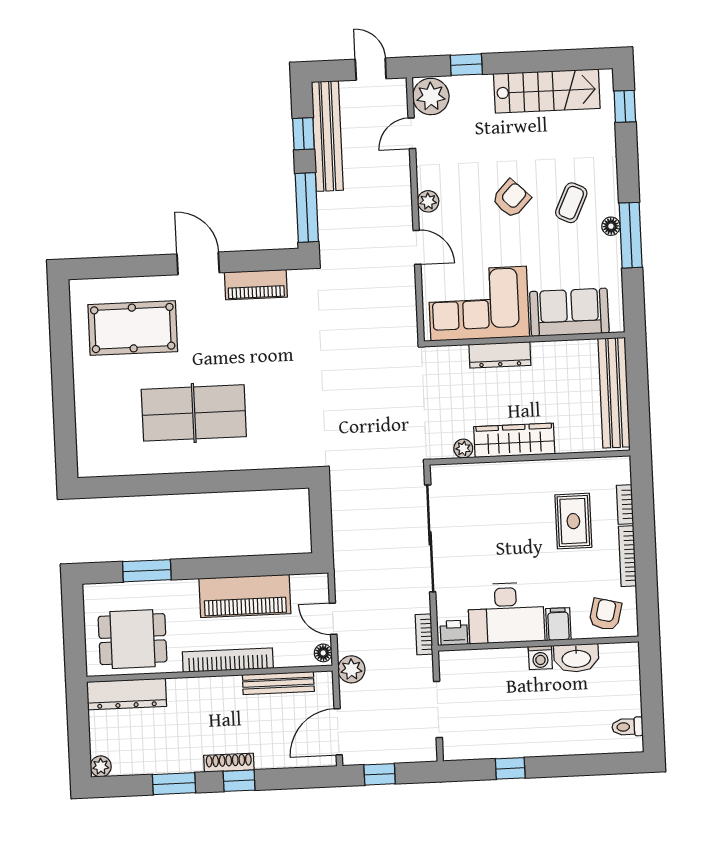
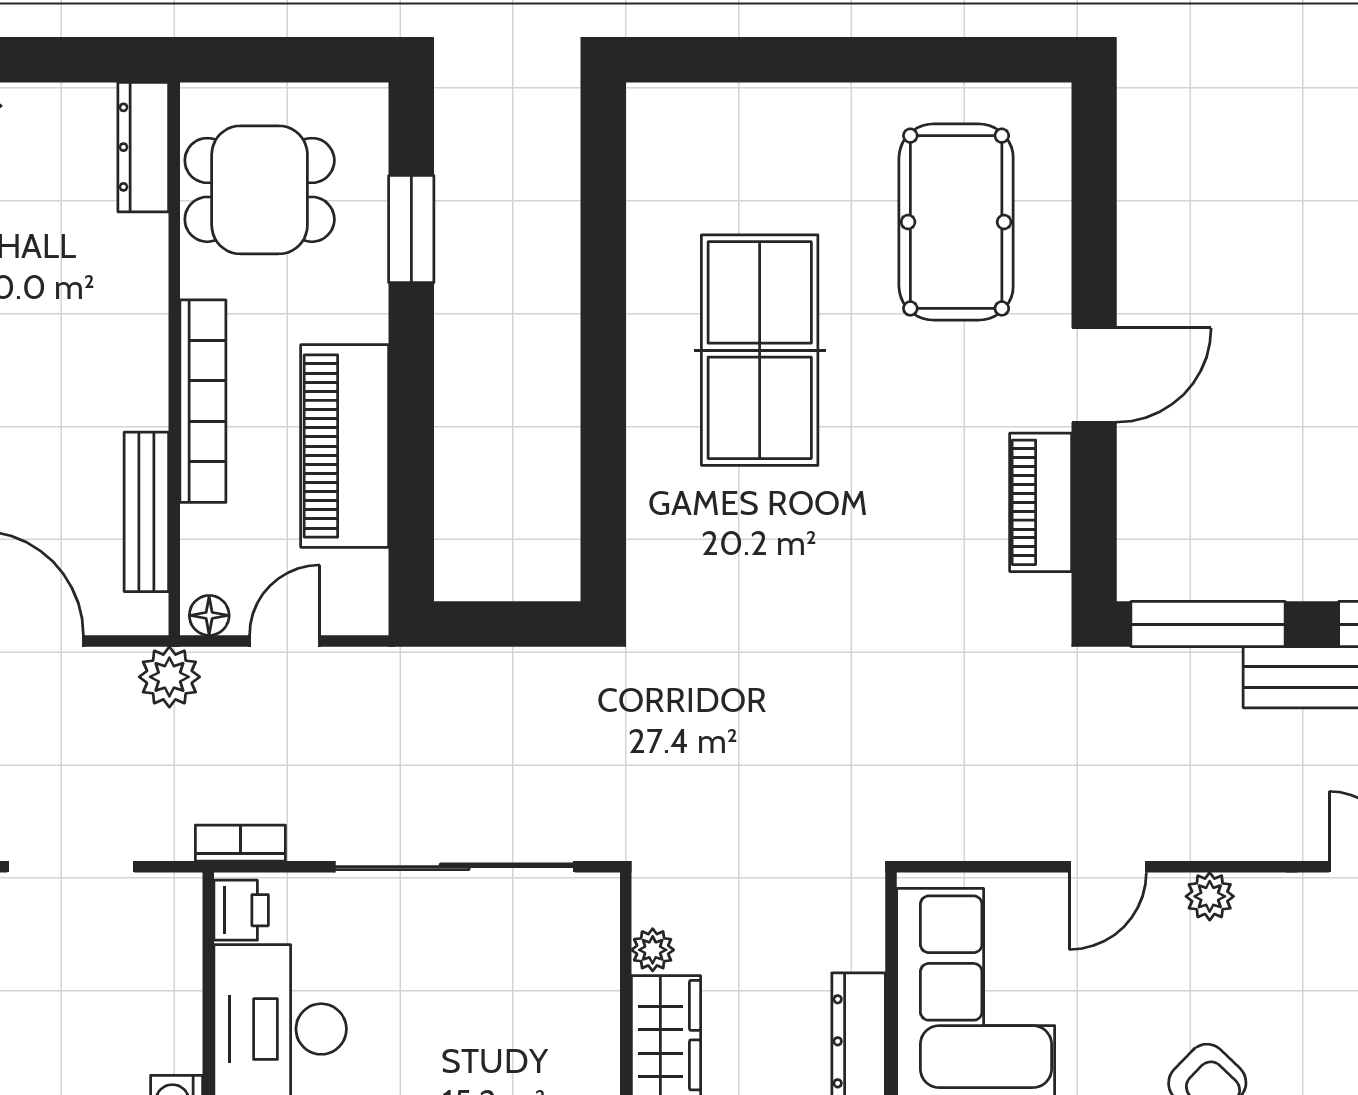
dining table: (133, 639) -> (260, 190), turned 90
dresser: (126, 694) -> (143, 147), width x0.73, depth x0.80

